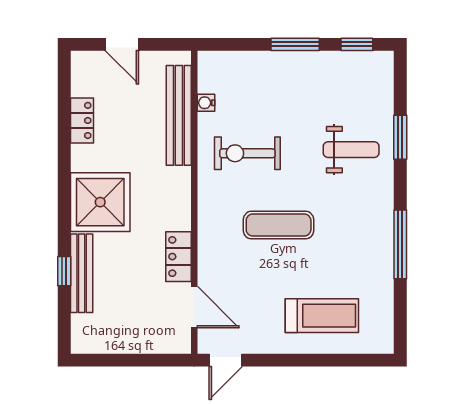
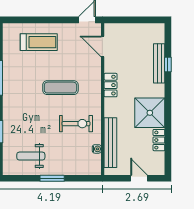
window: (357, 44) -> (21, 178), removed
weight bench: (351, 150) -> (31, 156), moved
shower: (100, 202) -> (150, 113), moved
locker: (179, 257) -> (111, 85), moved
treadmill: (322, 316) -> (39, 42), turned 180

